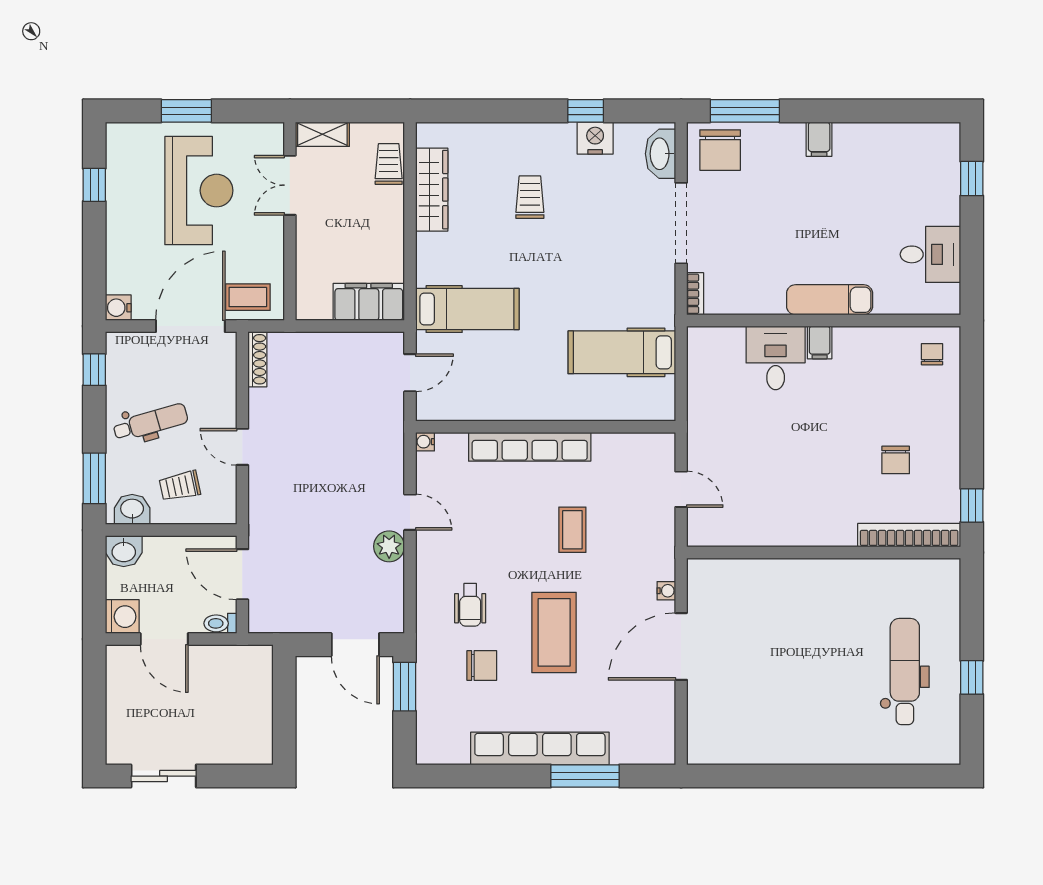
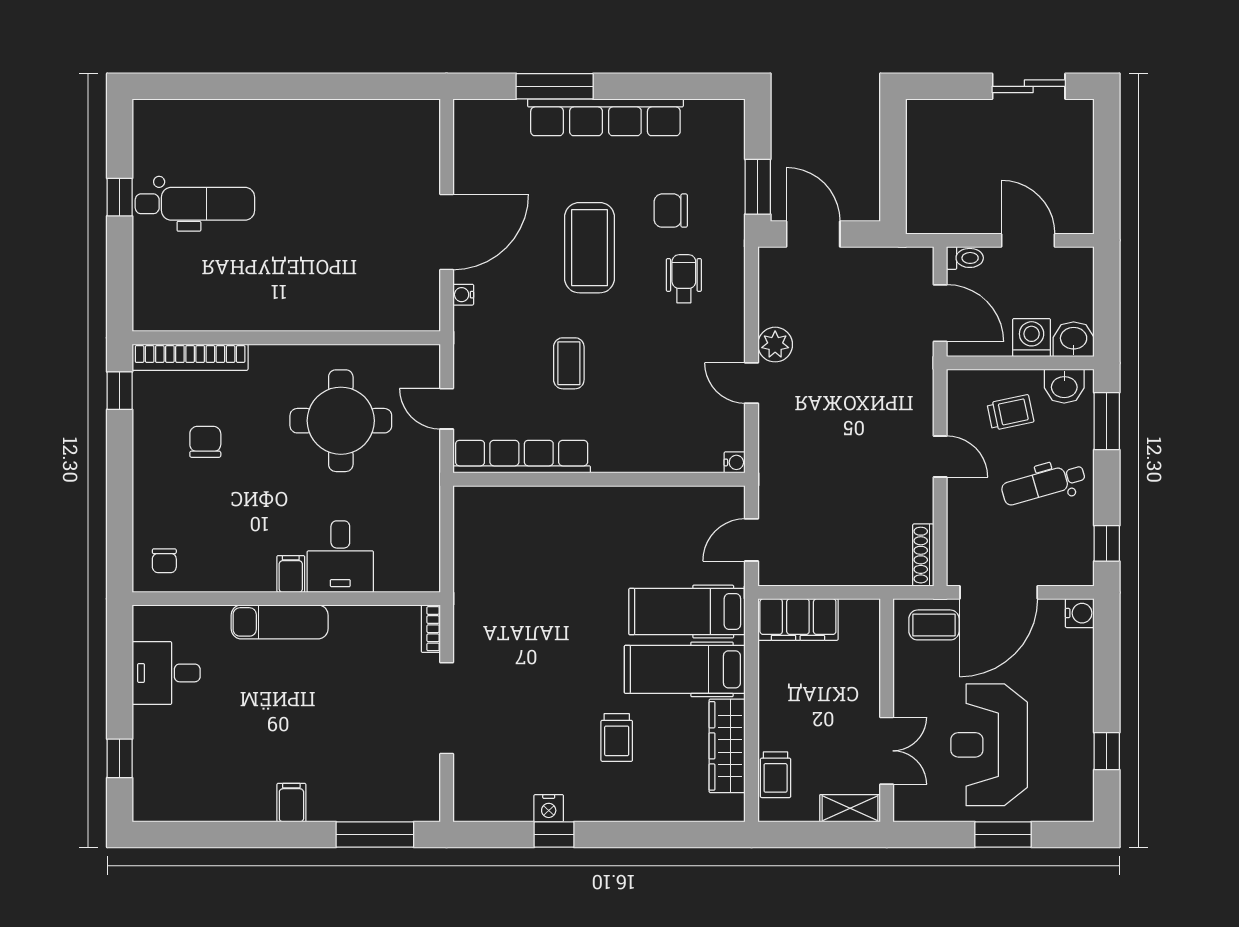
nightstand: (595, 138) -> (549, 808), width x0.74, depth x0.75
chair: (720, 150) -> (403, 790), removed
washbasin: (660, 154) -> (470, 786), removed
hospital bed: (622, 352) -> (685, 669), moved, turned 180
row of seats: (530, 447) -> (522, 457), moved
round table: (775, 479) -> (341, 421), added
washing machine: (122, 617) -> (1032, 338), moved, turned 90
dental chair: (905, 672) -> (195, 204), turned -90

